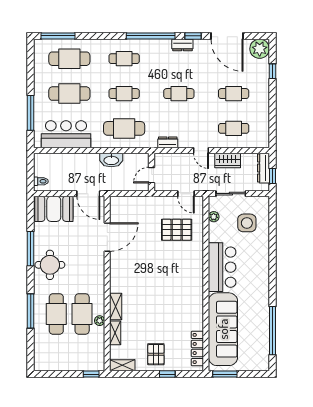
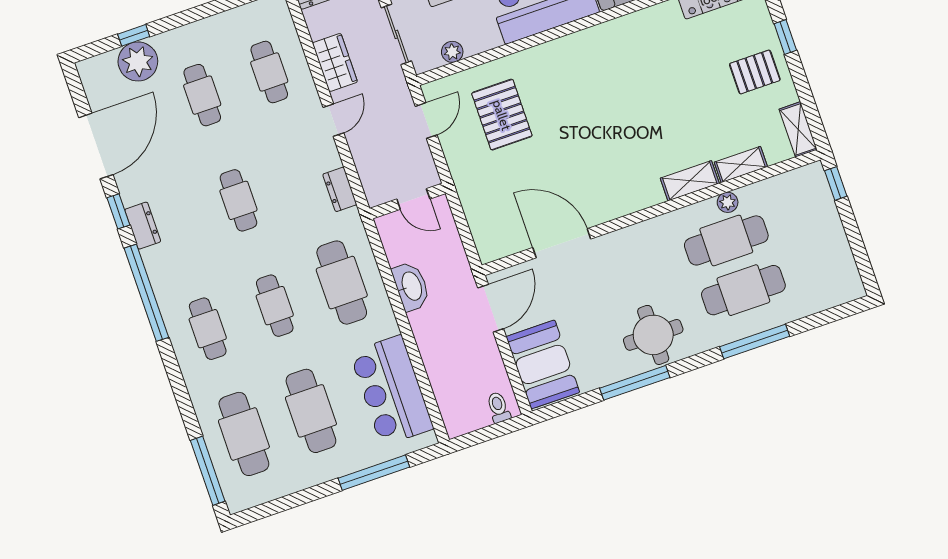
plant: (260, 49) -> (138, 61), moved

